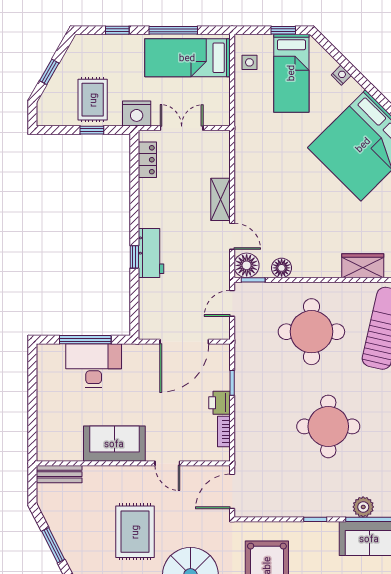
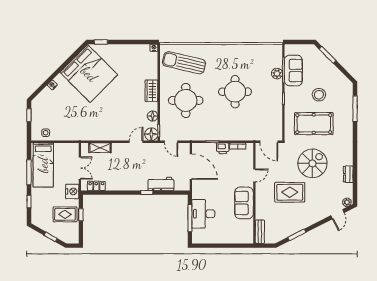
bed: (291, 73) -> (51, 111), removed
double door: (182, 128) -> (80, 168), swing flipped
shelving: (221, 199) -> (100, 148), moved
workbench: (151, 253) -> (161, 184), moved
wardrobe: (363, 266) -> (151, 91), moved

